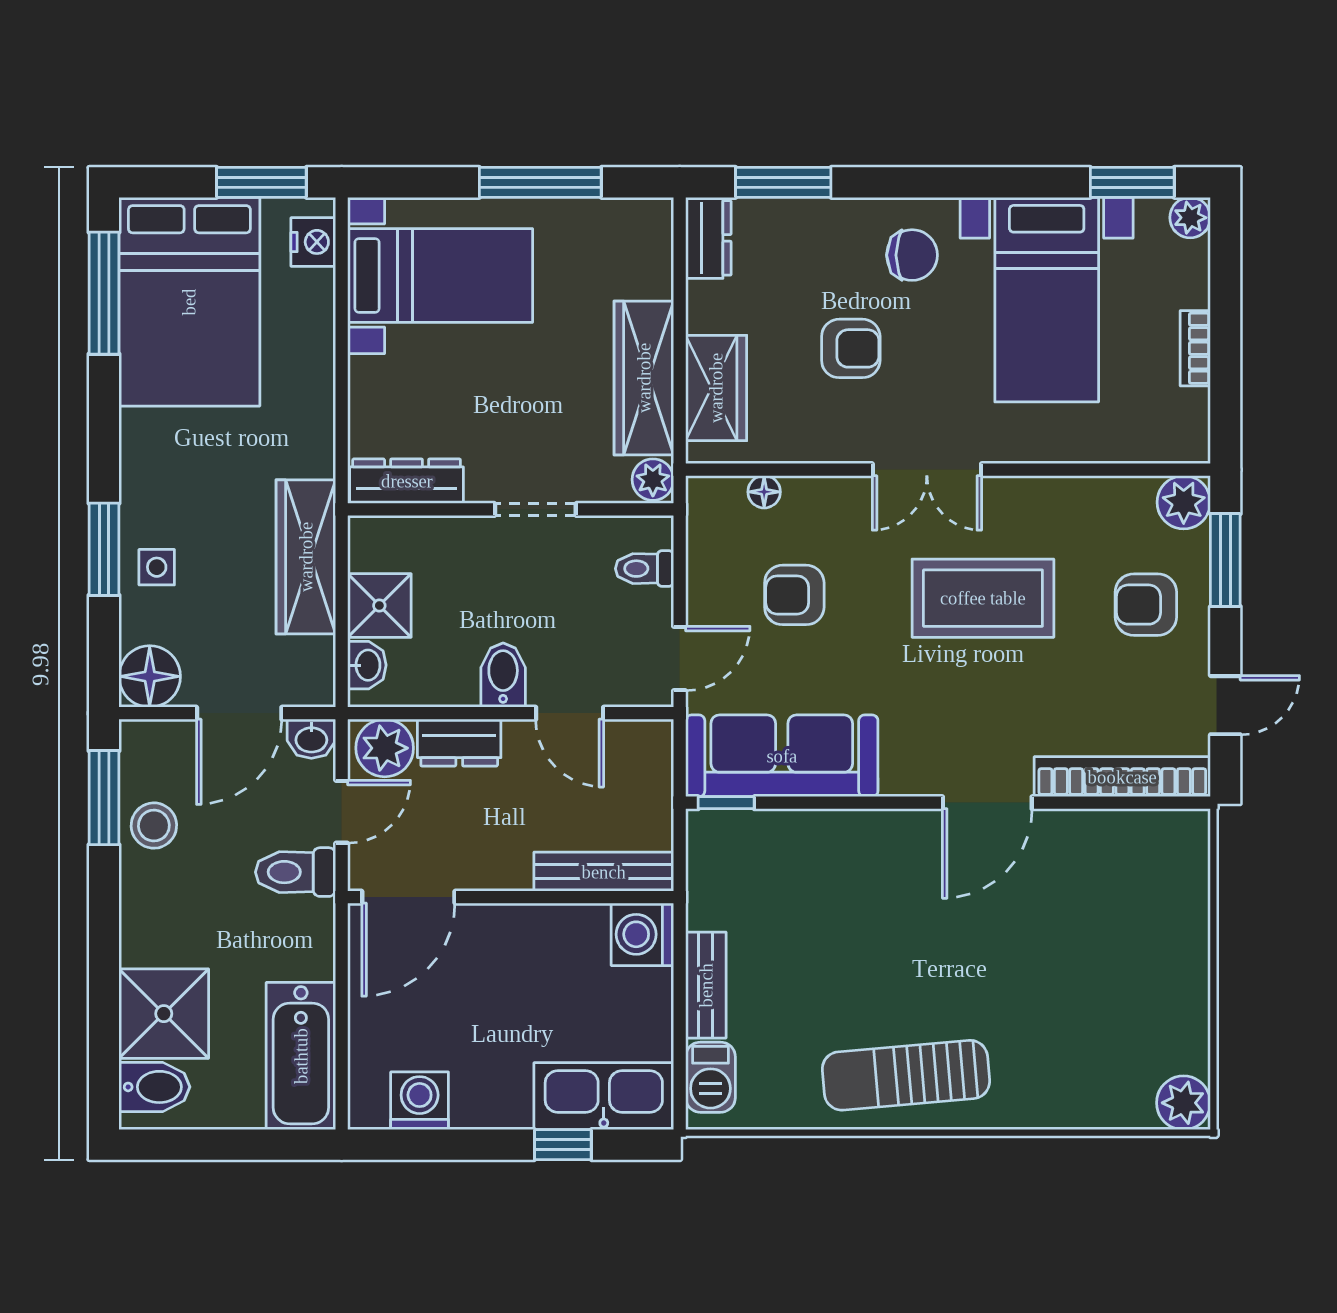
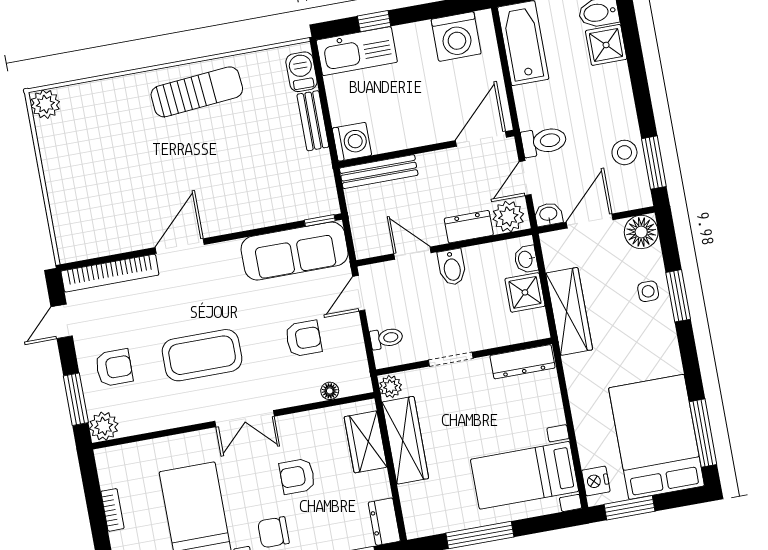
double door: (927, 470) -> (245, 419), swing flipped
shower: (164, 1014) -> (606, 45), width x0.73, depth x0.73
washing machine: (420, 1101) -> (456, 36), width x1.37, depth x1.37

